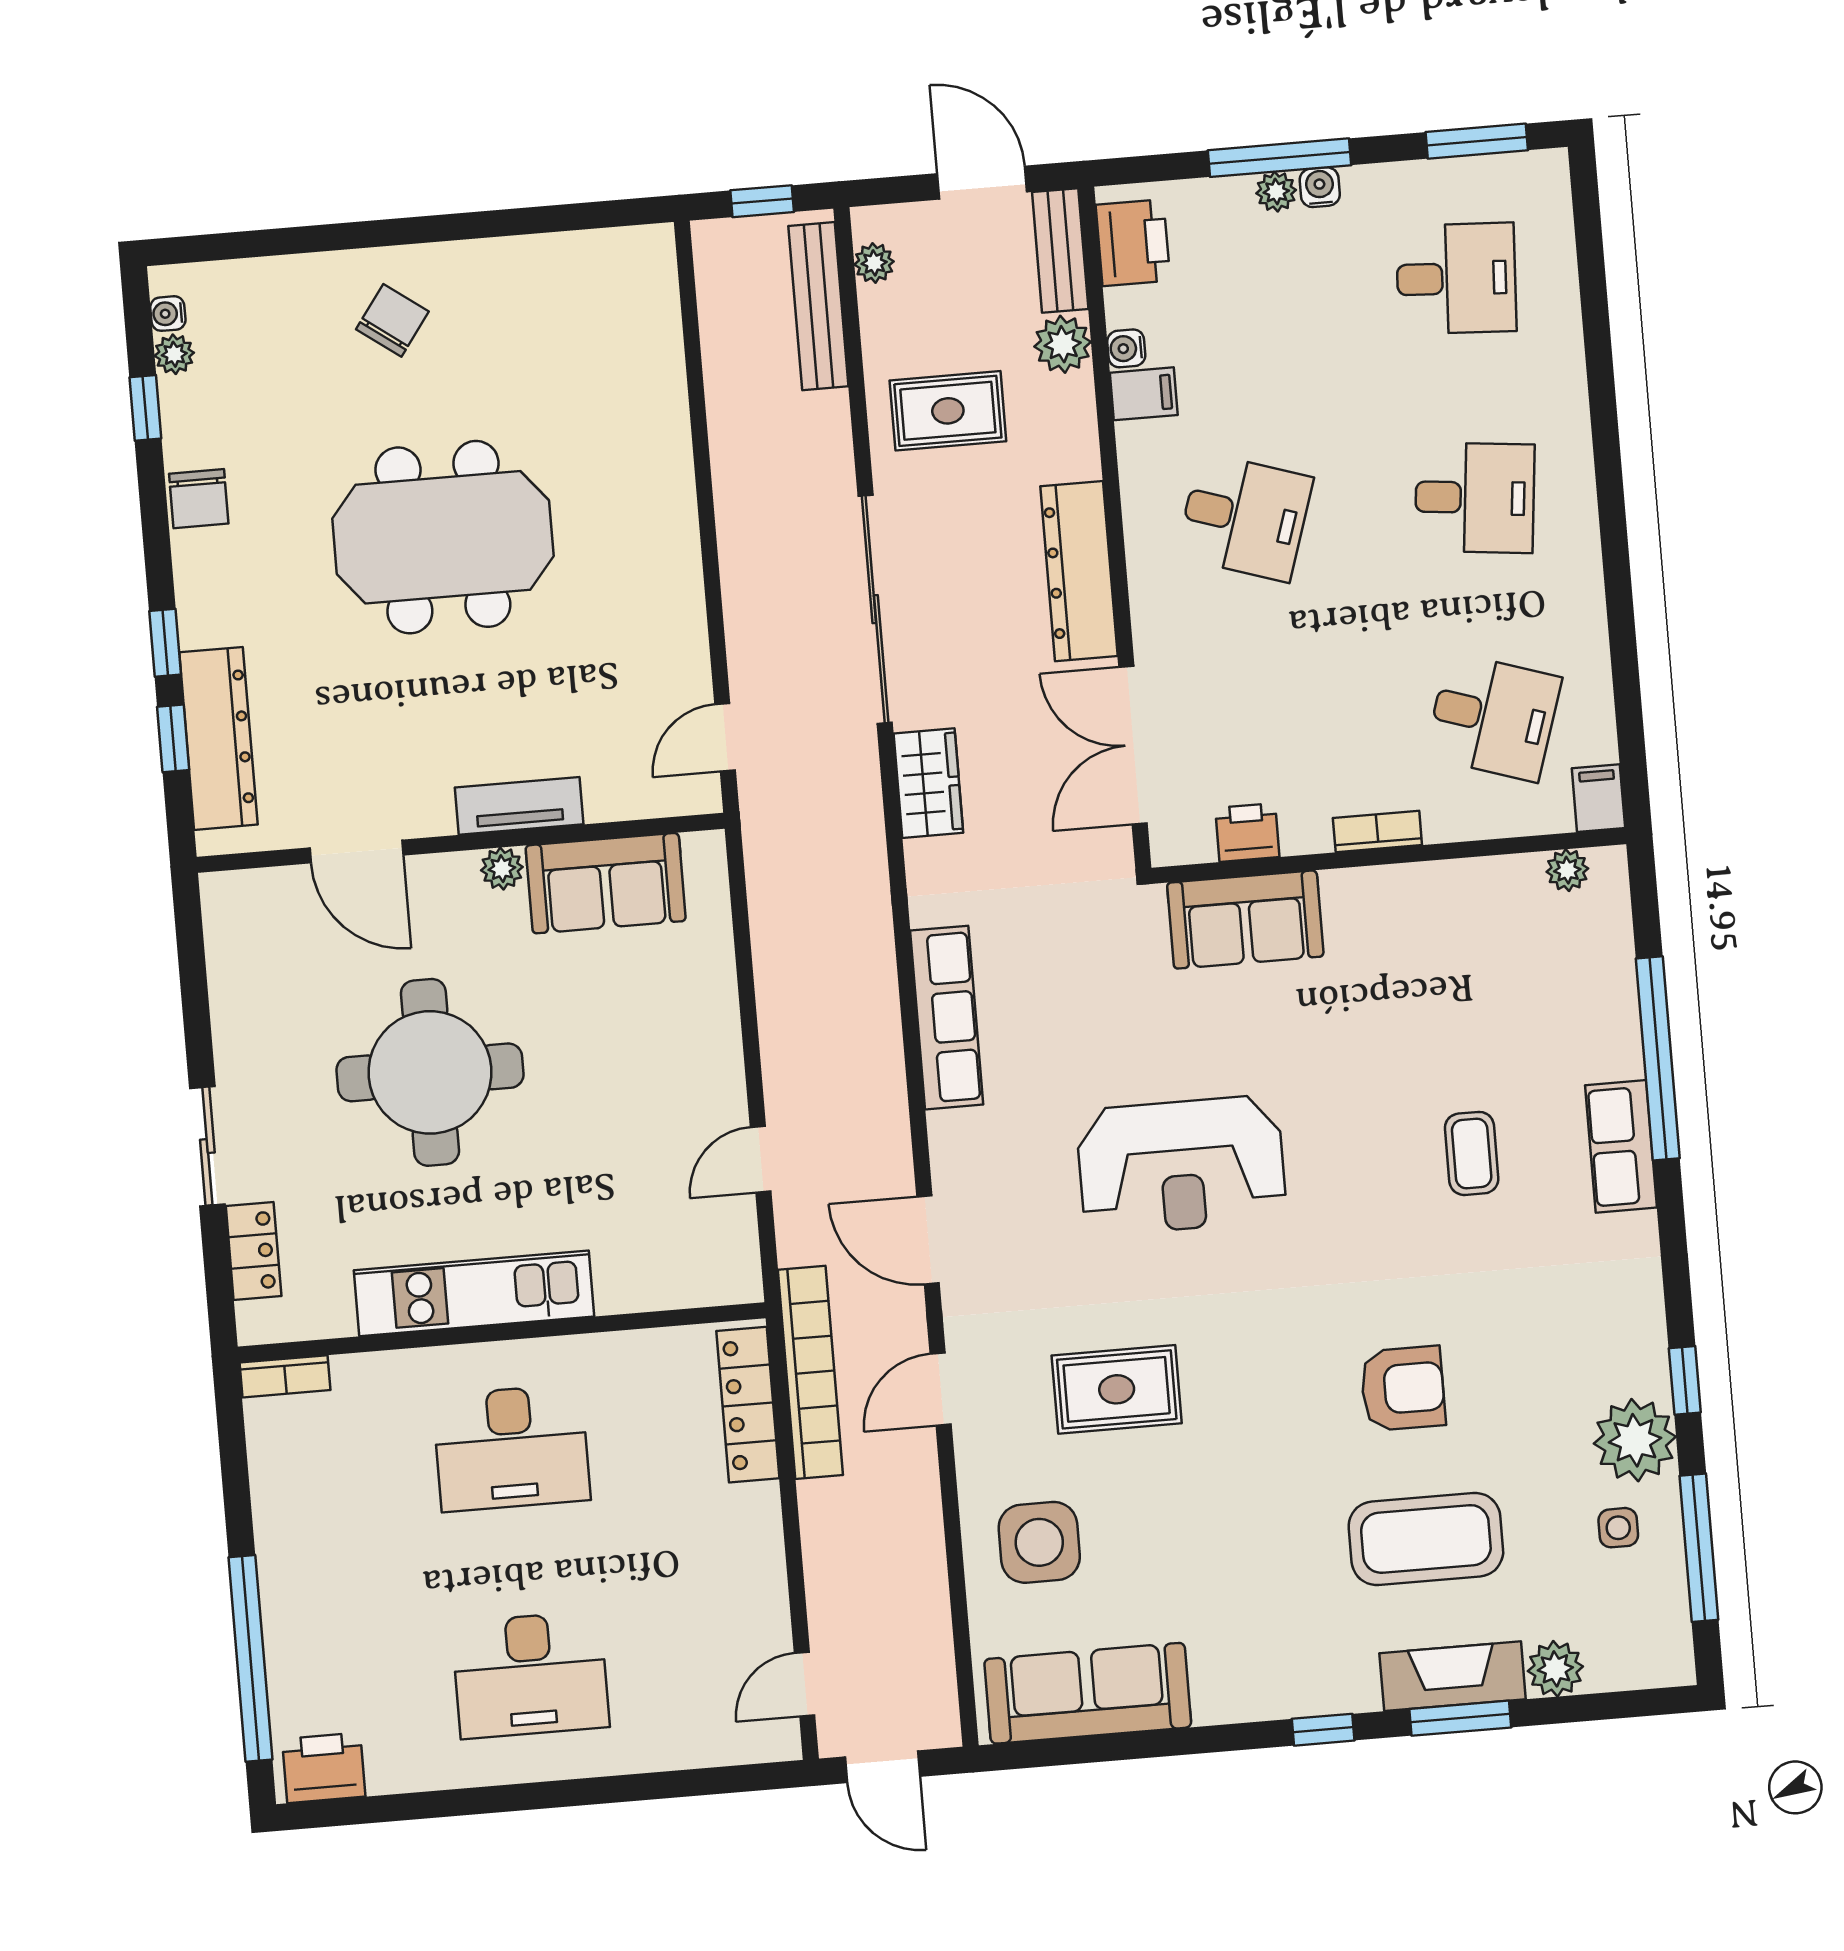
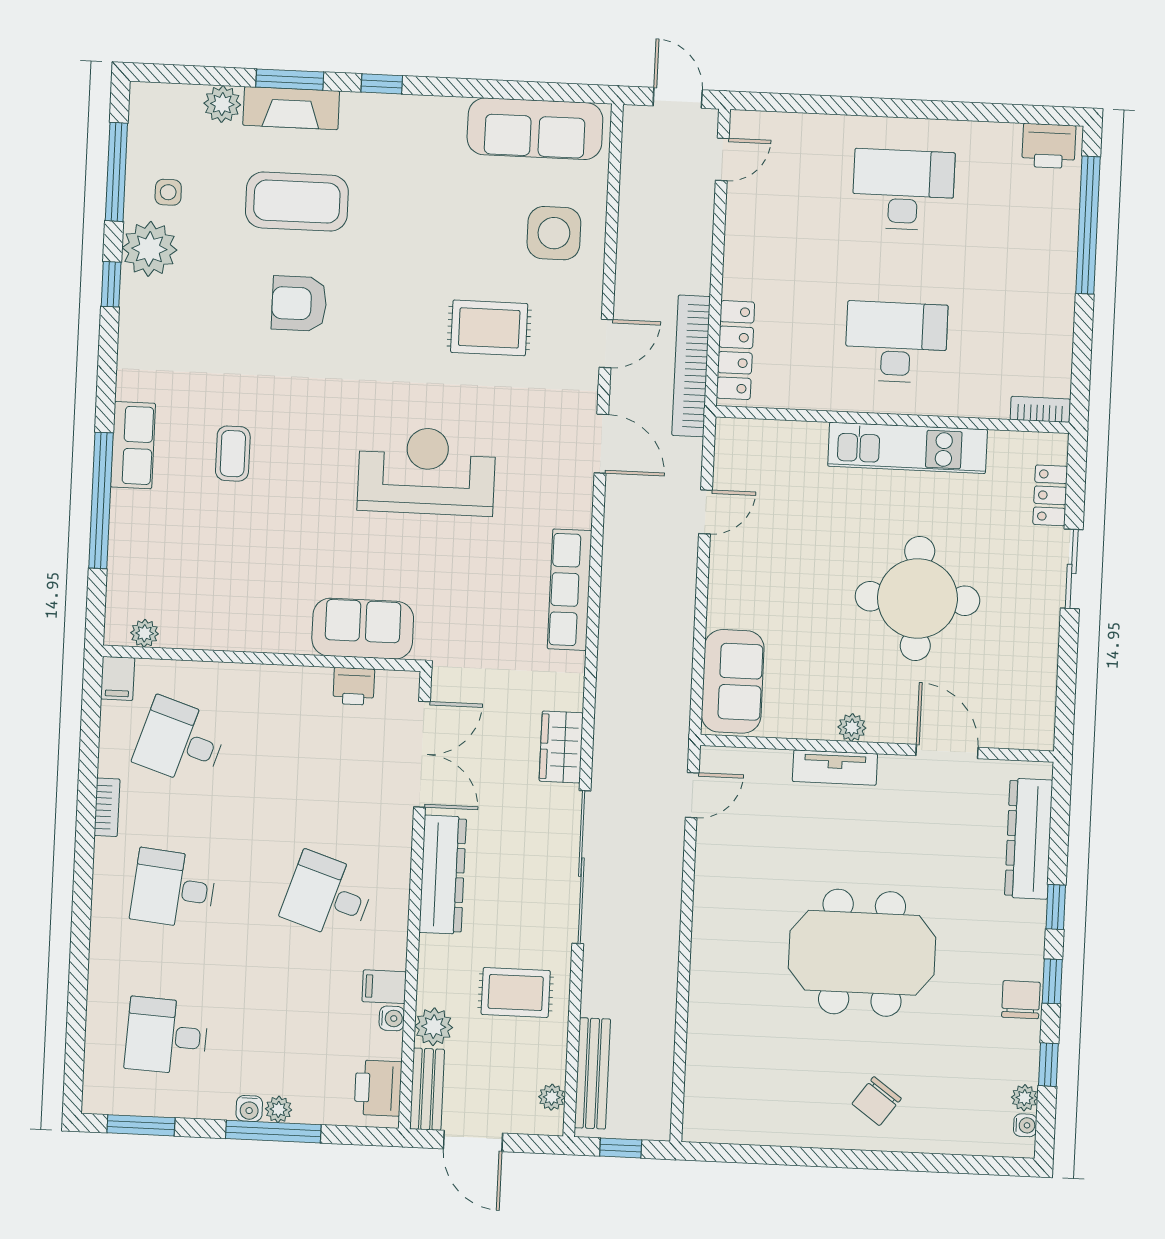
window: (173, 738) -> (1052, 981), moved
bookcase: (1377, 832) -> (107, 807), moved, turned -90
sofa: (606, 883) -> (733, 681), moved, turned 90

